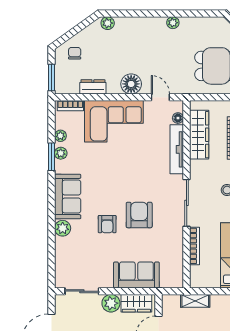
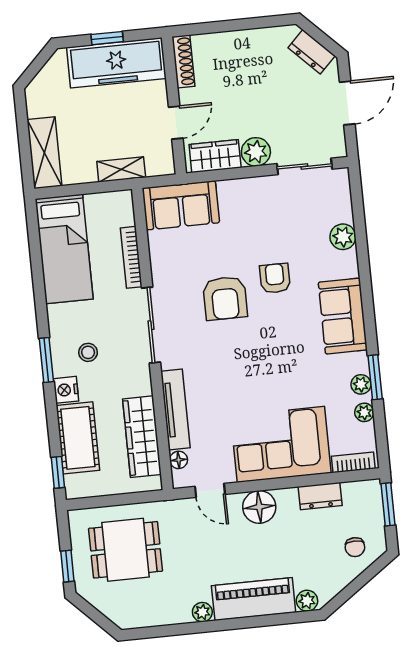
piano: (140, 28) -> (254, 599), added
plant: (63, 228) -> (343, 237), moved
sofa: (136, 275) -> (181, 205), moved

